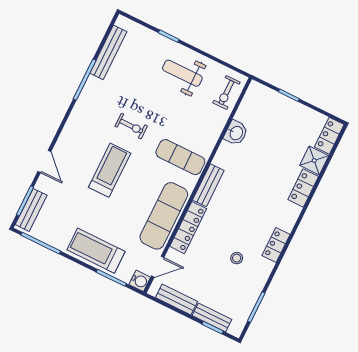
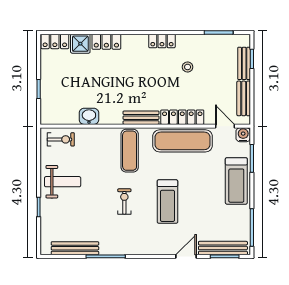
weight bench: (182, 73) -> (63, 182), turned -90
treadmill: (110, 170) -> (167, 202), turned -90
bench: (31, 210) -> (223, 248), width x1.36

